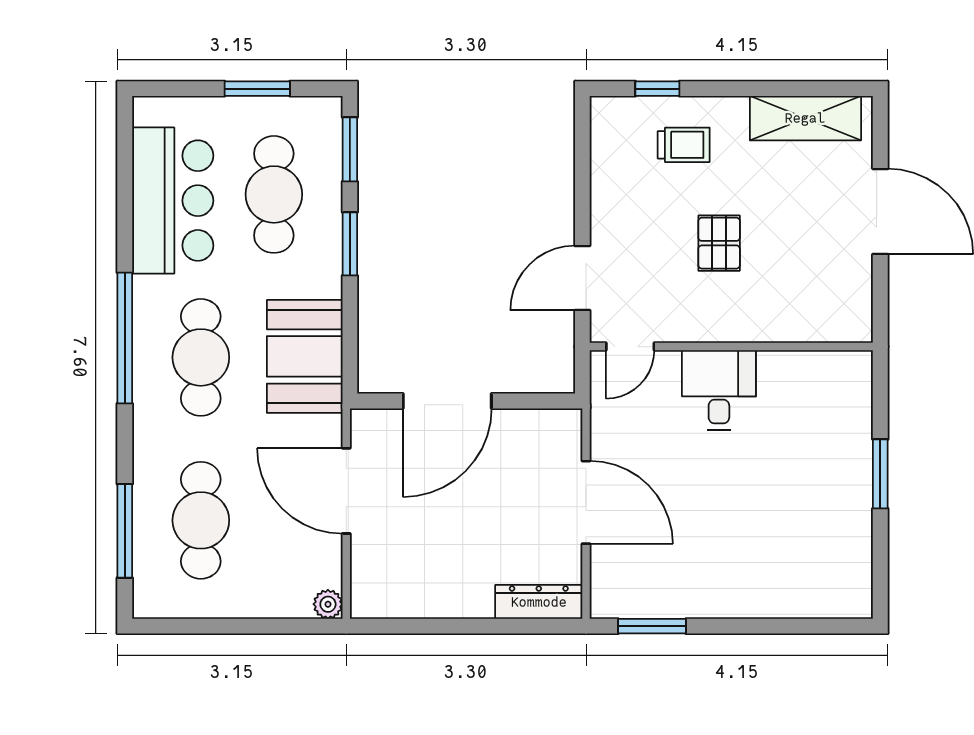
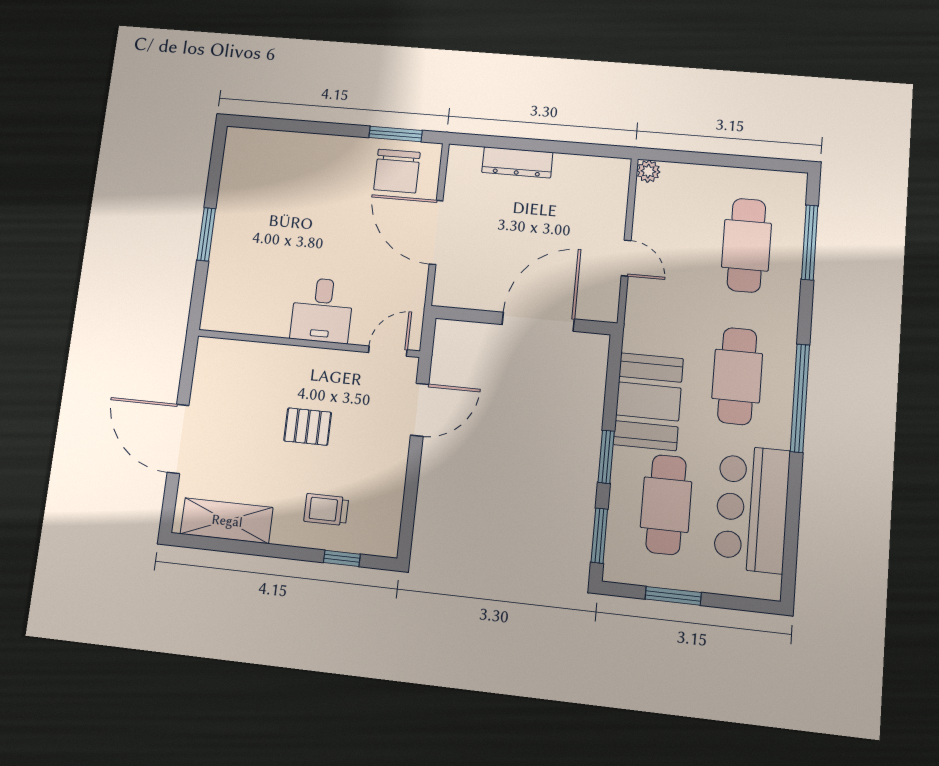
pallet: (719, 243) -> (308, 427), turned 90
booth: (305, 356) -> (648, 401), moved
door: (346, 491) -> (626, 258), width x0.53
chair: (645, 578) -> (397, 171), added
dresser: (539, 602) -> (517, 162), moved

